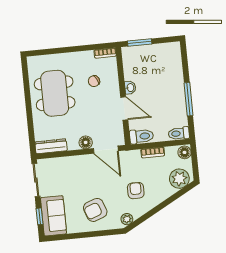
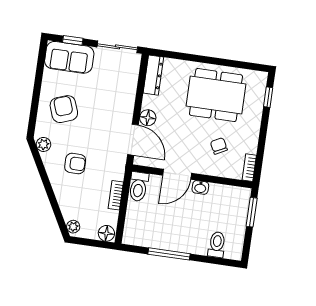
window: (46, 52) -> (268, 97), added
toilet: (179, 133) -> (217, 245), moved
door: (106, 150) -> (133, 140), swing flipped
plant: (179, 179) -> (73, 227), width x0.53, depth x0.53

